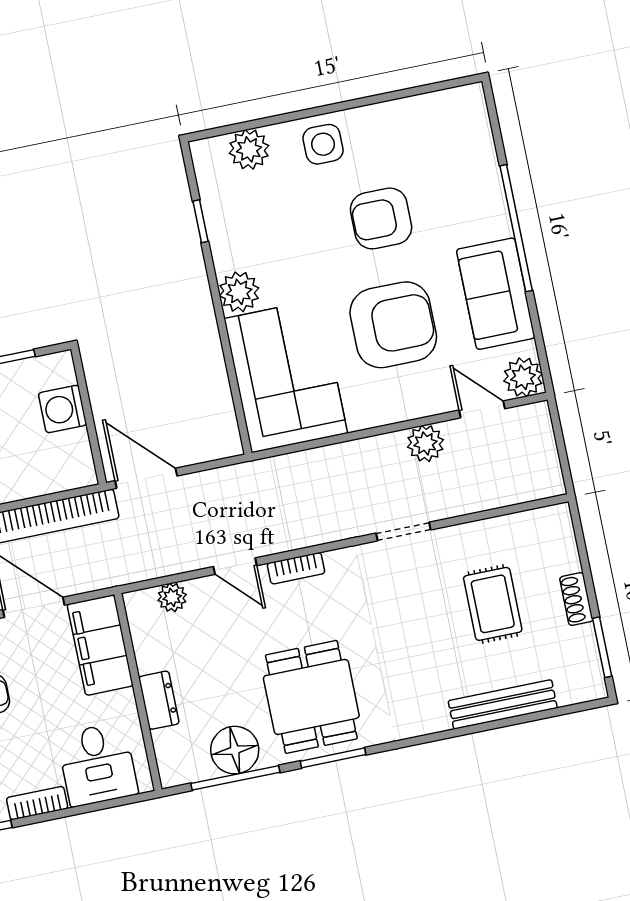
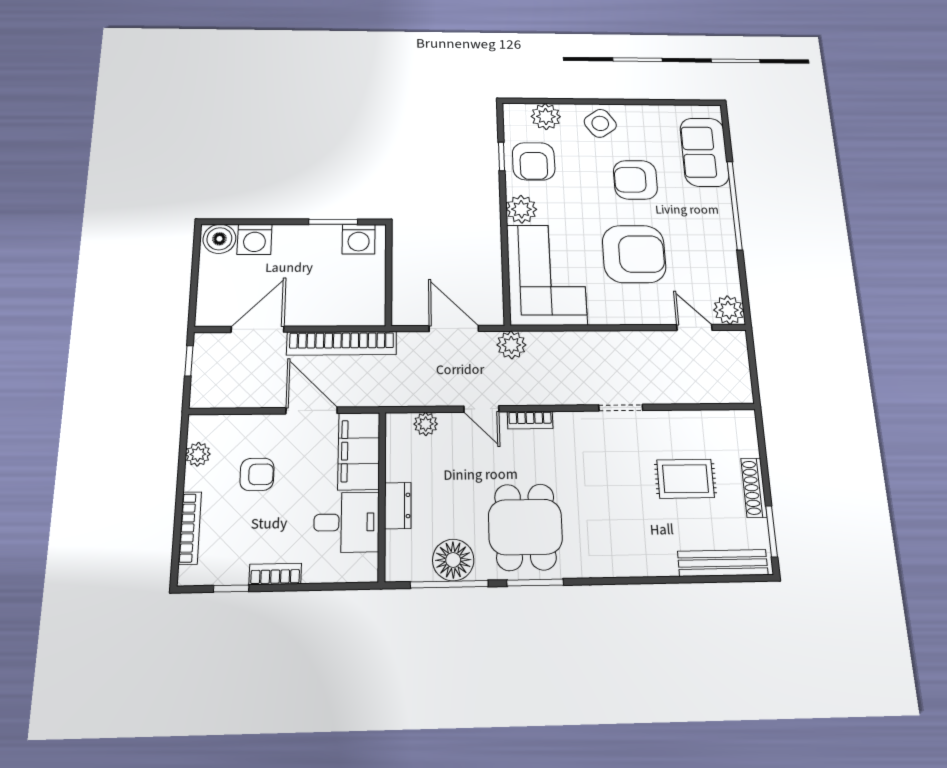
side table: (323, 144) -> (600, 123), turned -35
armchair: (244, 220) -> (534, 161), added
sofa: (496, 294) -> (704, 152), moved
washing machine: (62, 409) -> (359, 239), moved, turned -90
plant: (425, 443) -> (511, 345), moved
door: (146, 478) -> (454, 328), moved
shoe rack: (576, 599) -> (754, 488), width x1.43
rug: (493, 604) -> (685, 479), turned 90
bench: (503, 704) -> (723, 563), moved
desk: (97, 764) -> (347, 522), moved, turned -90

